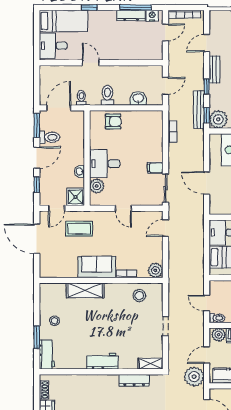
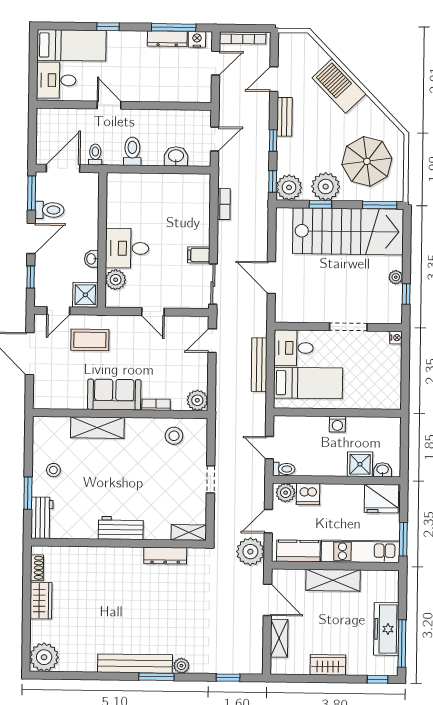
bench: (199, 110) -> (259, 365), moved
armchair: (113, 121) -> (140, 189), removed

